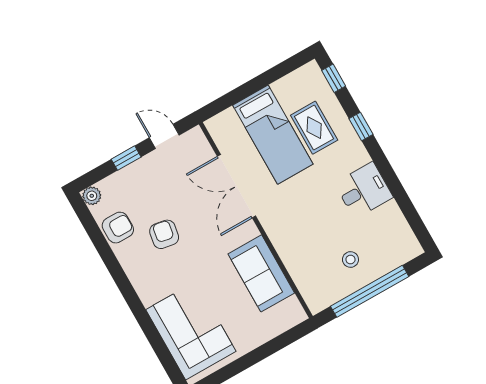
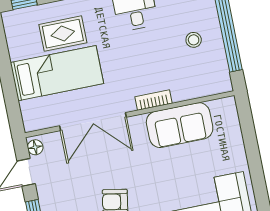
floor lamp: (192, 137) -> (35, 147), added
bookcase: (278, 239) -> (153, 100), added

